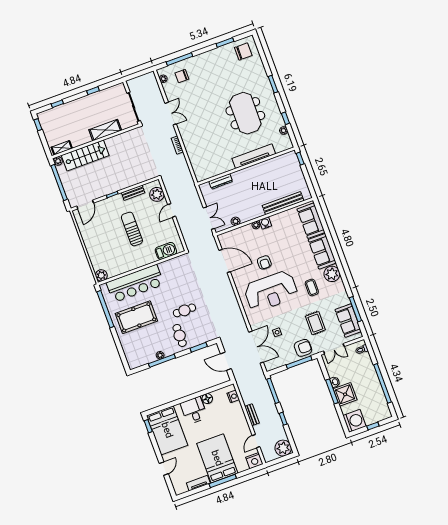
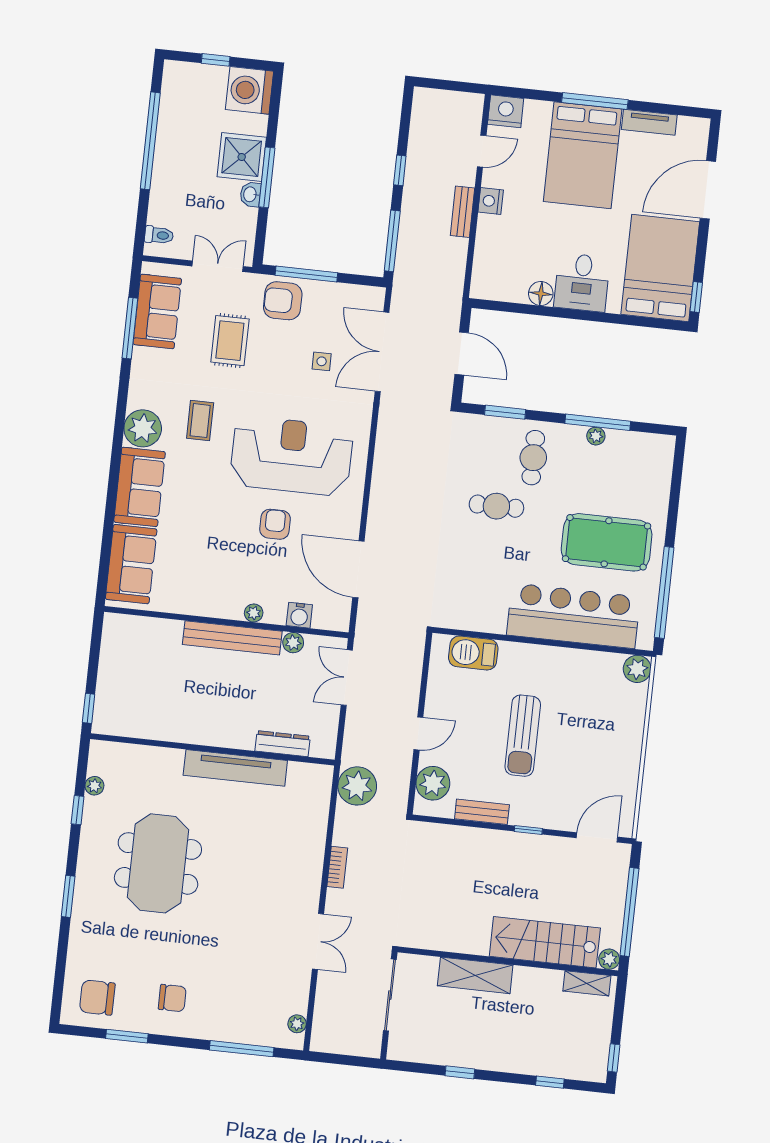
chair: (182, 76) -> (172, 998), moved
double door: (171, 114) -> (318, 941), swing flipped
tv unit: (254, 156) -> (235, 768), moved
bench: (283, 203) -> (232, 638), moved
water cooler: (265, 223) -> (299, 615), moved
nightstand: (233, 396) -> (491, 201), moved
plant: (283, 448) -> (357, 786), moved
door: (164, 469) -> (708, 190), width x1.88

